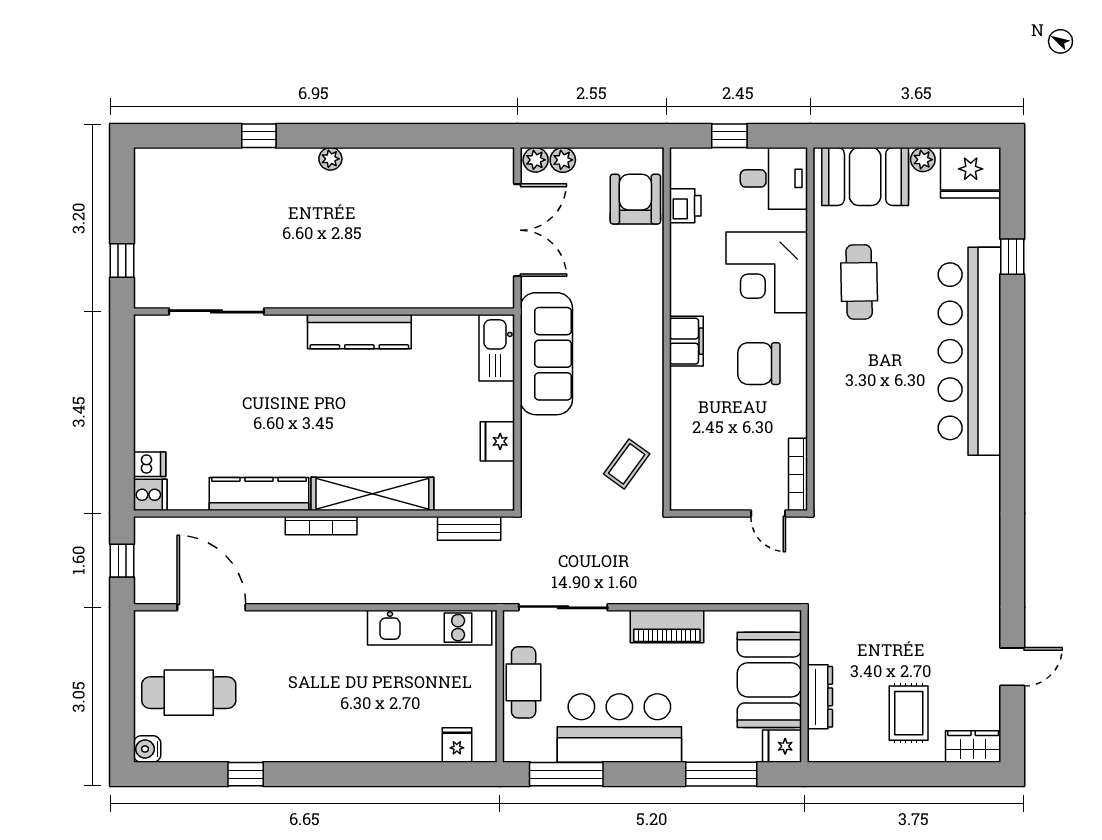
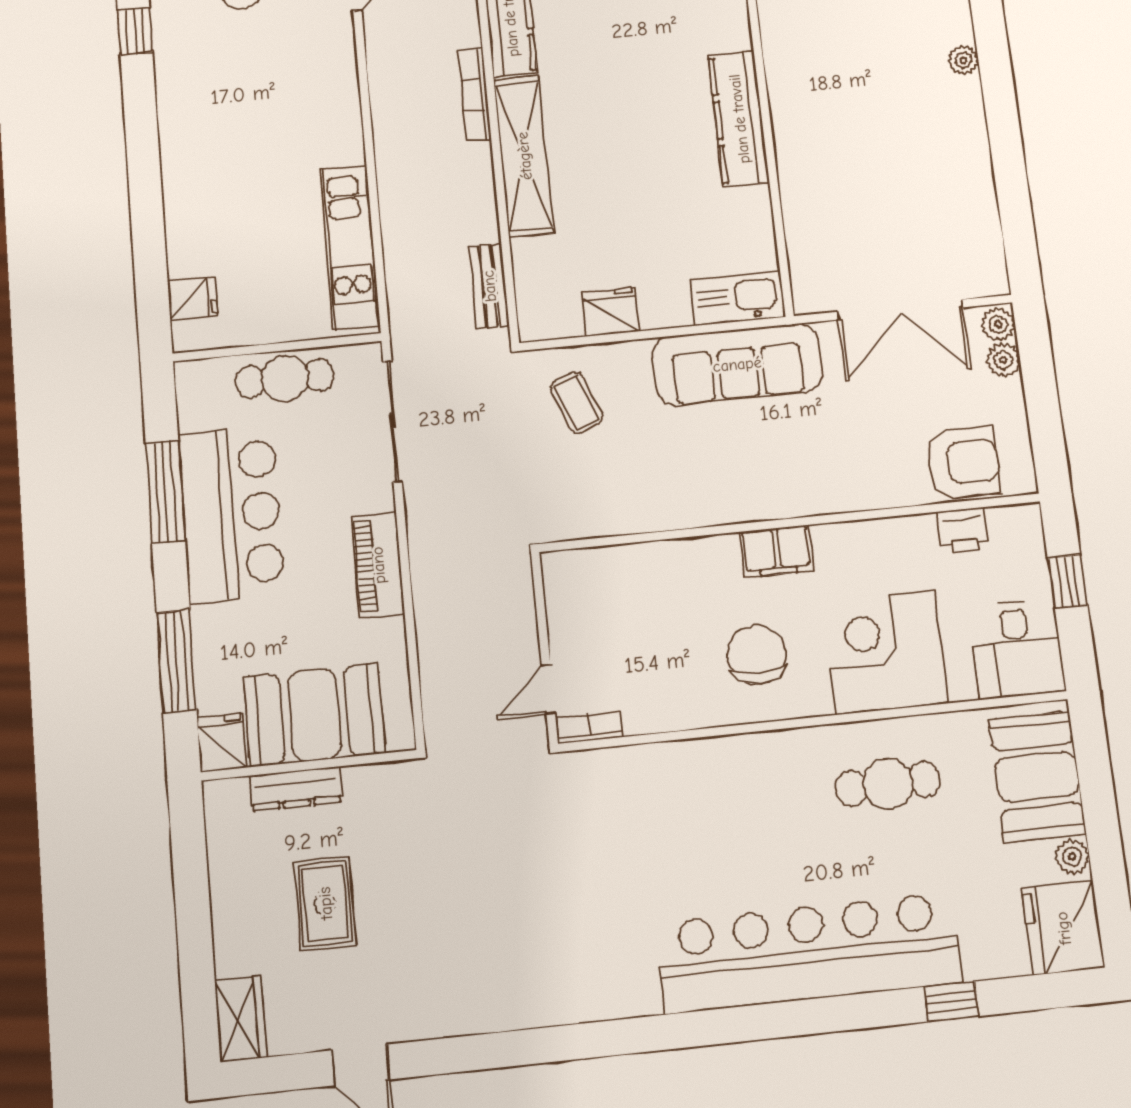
coffee table: (627, 464) -> (577, 403), moved, turned 32
bookcase: (798, 474) -> (589, 727), width x0.64
rug: (909, 713) -> (325, 903), moved, turned 90
window: (566, 774) -> (165, 492), moved

